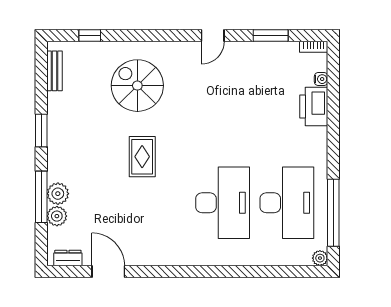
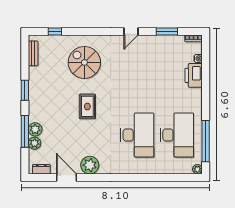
plant: (146, 251) -> (90, 165), added

